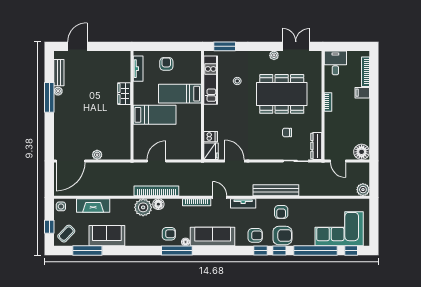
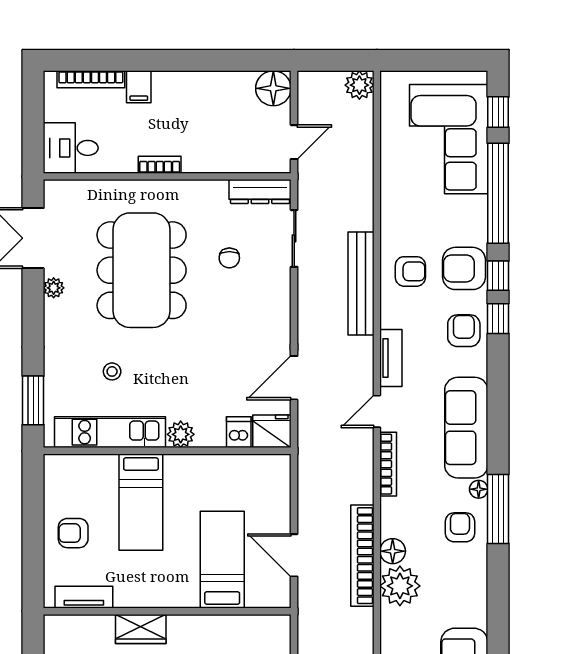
plant: (210, 111) -> (181, 434), added
bed: (155, 115) -> (222, 560), moved
armchair: (282, 236) -> (464, 268), turned -90

